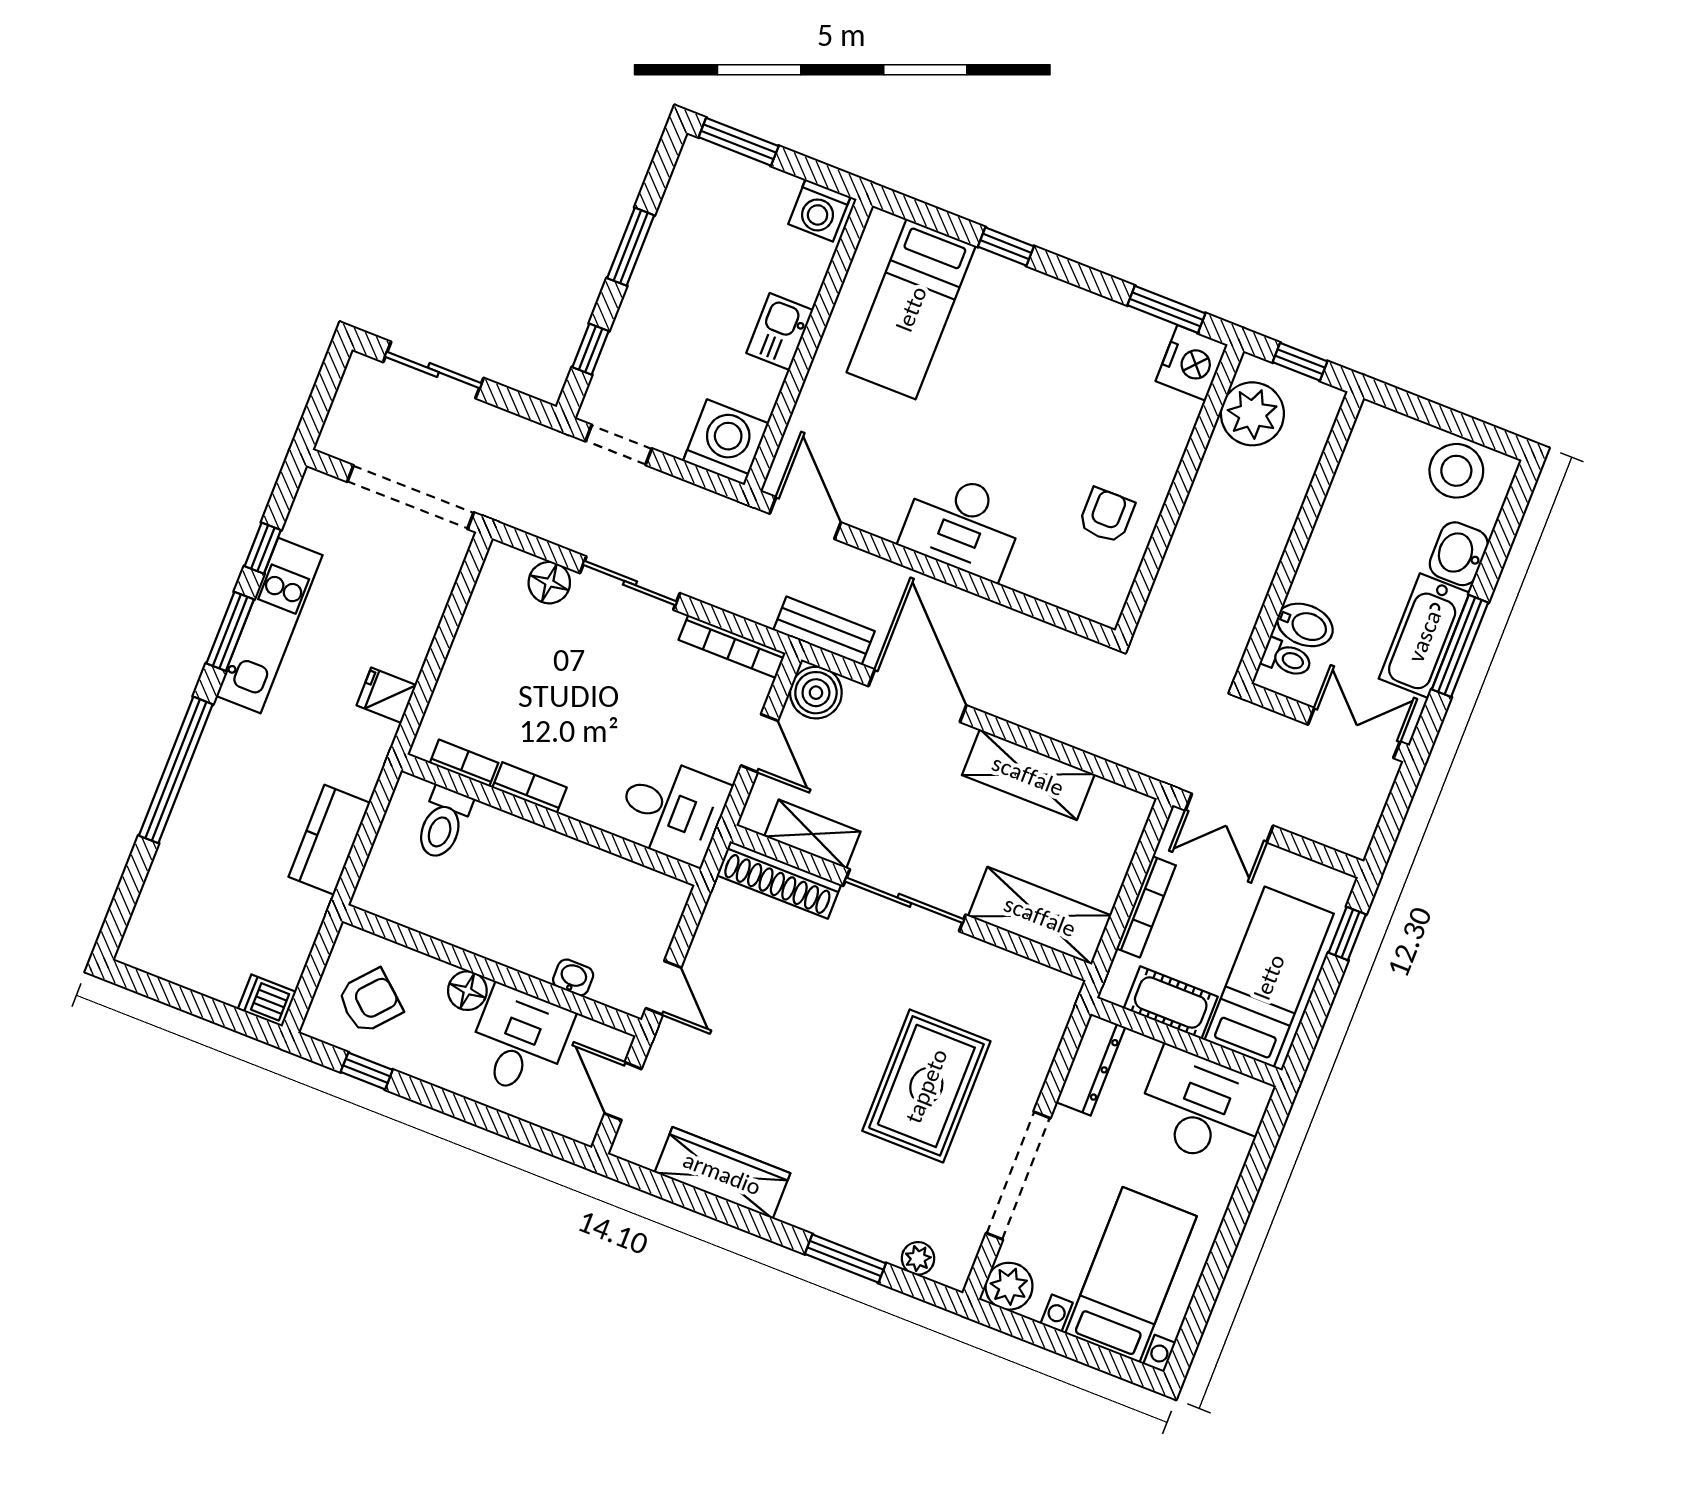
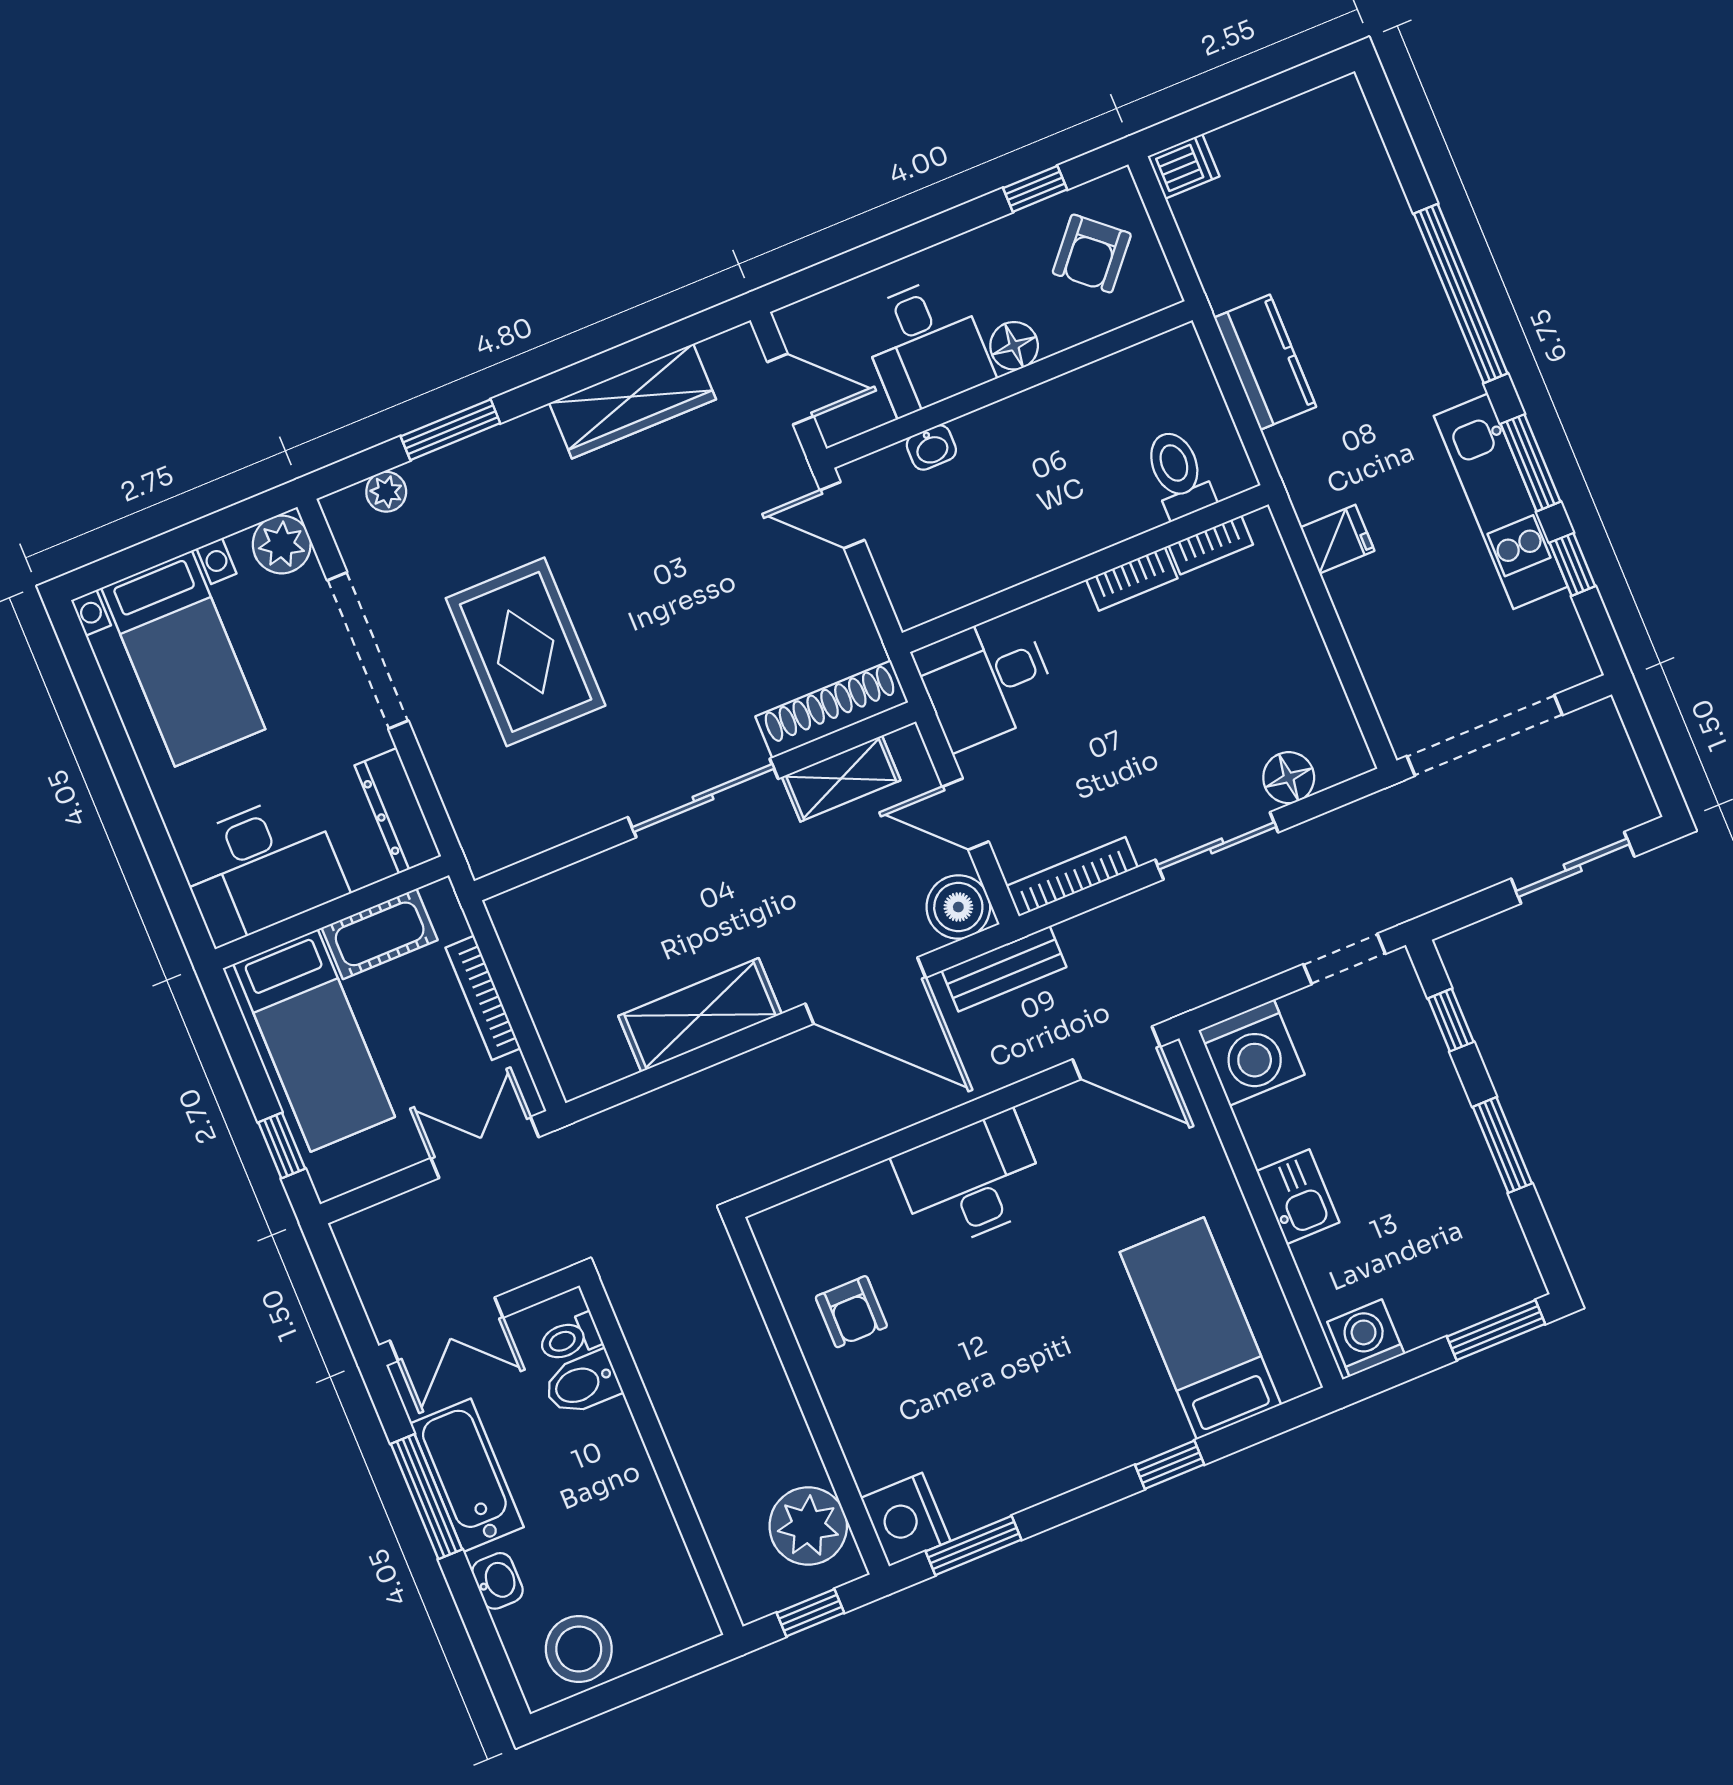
washbasin: (1459, 554) -> (497, 1581), width x0.72, depth x0.69
shelving: (1040, 916) -> (570, 899), removed

